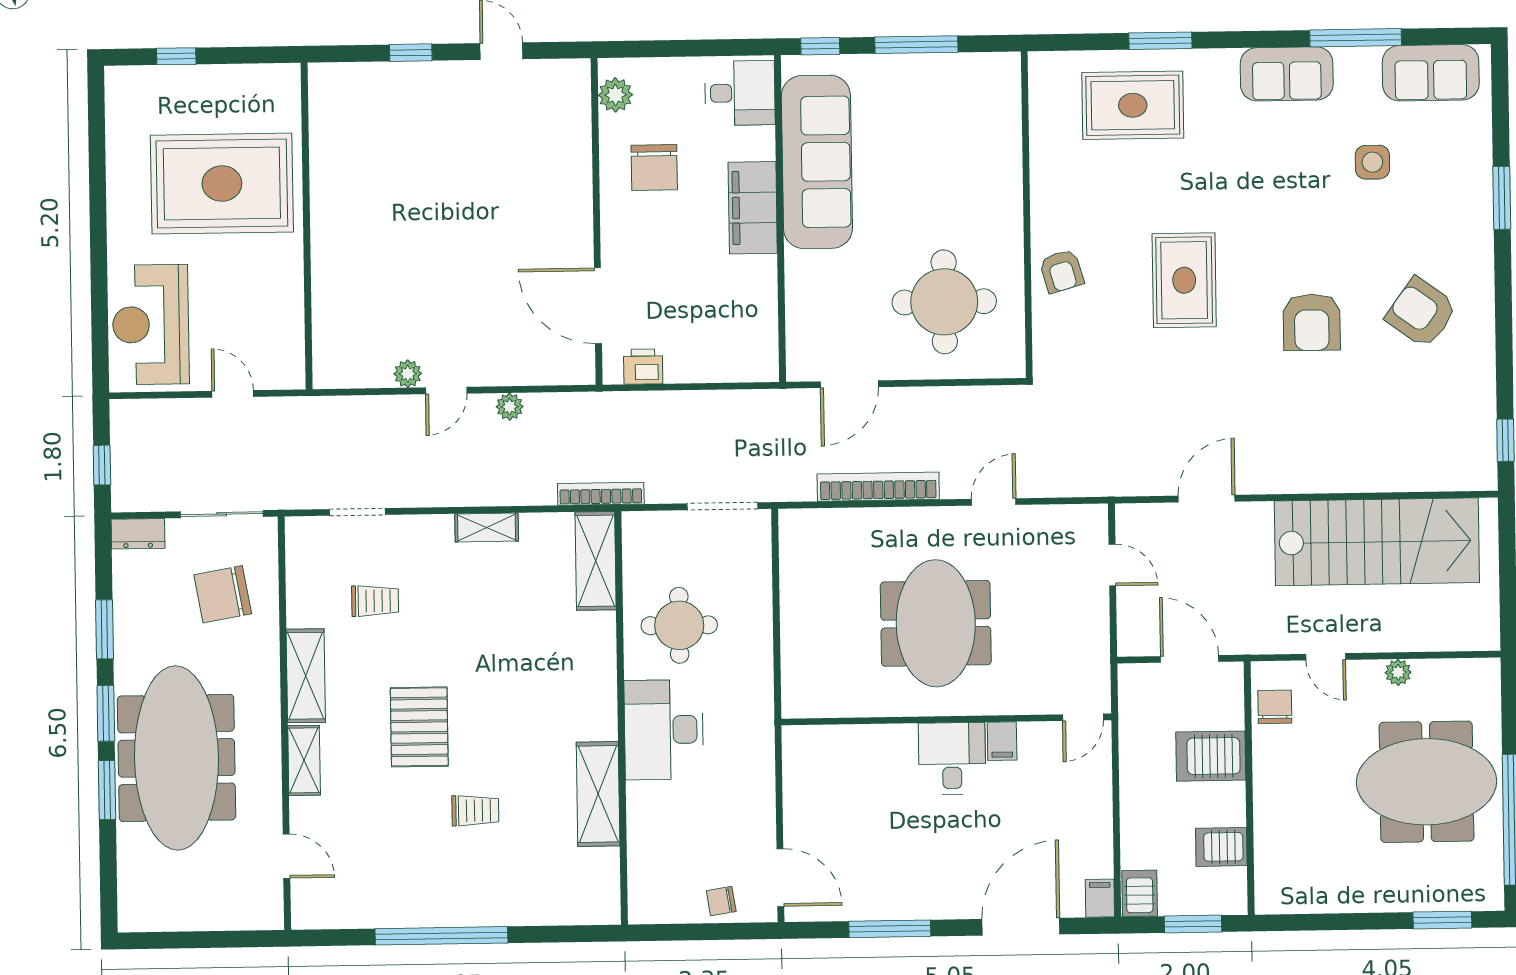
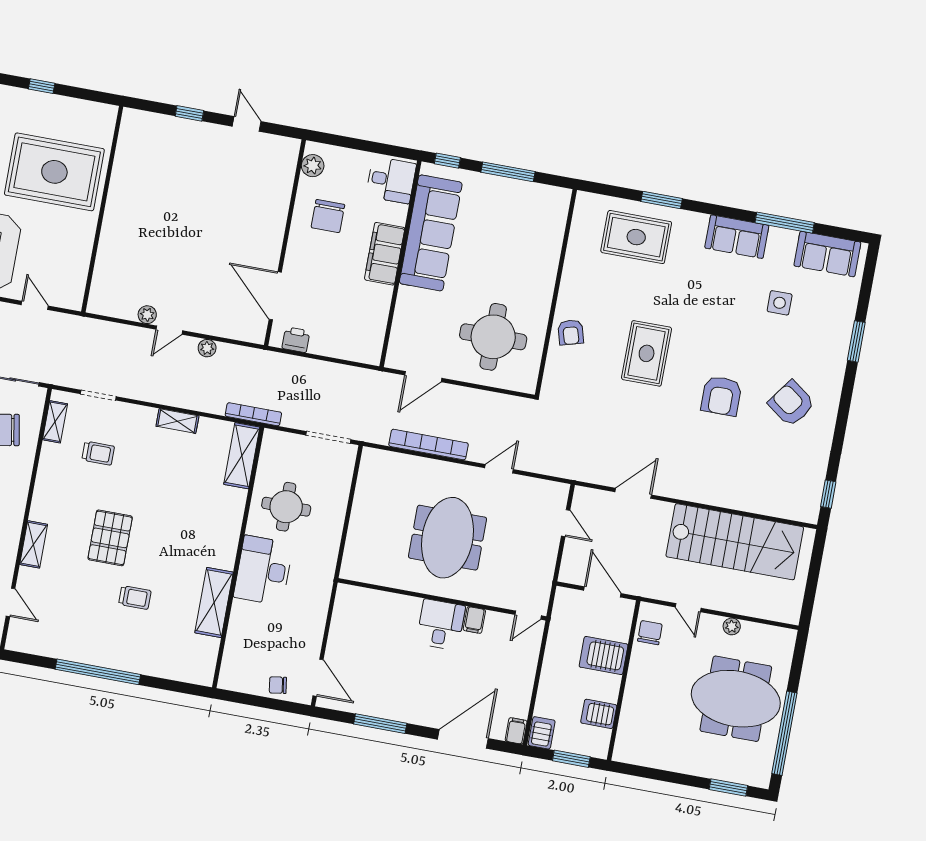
shelving: (306, 676) -> (55, 422), moved, width x0.67, depth x0.75

